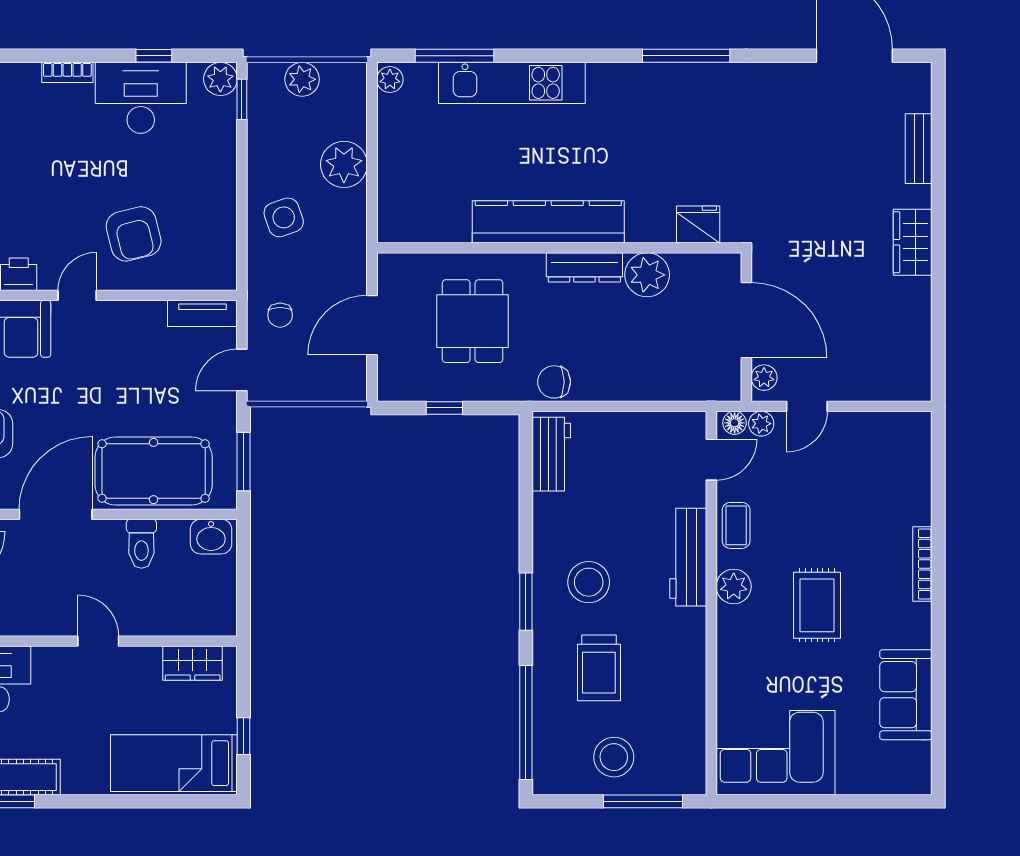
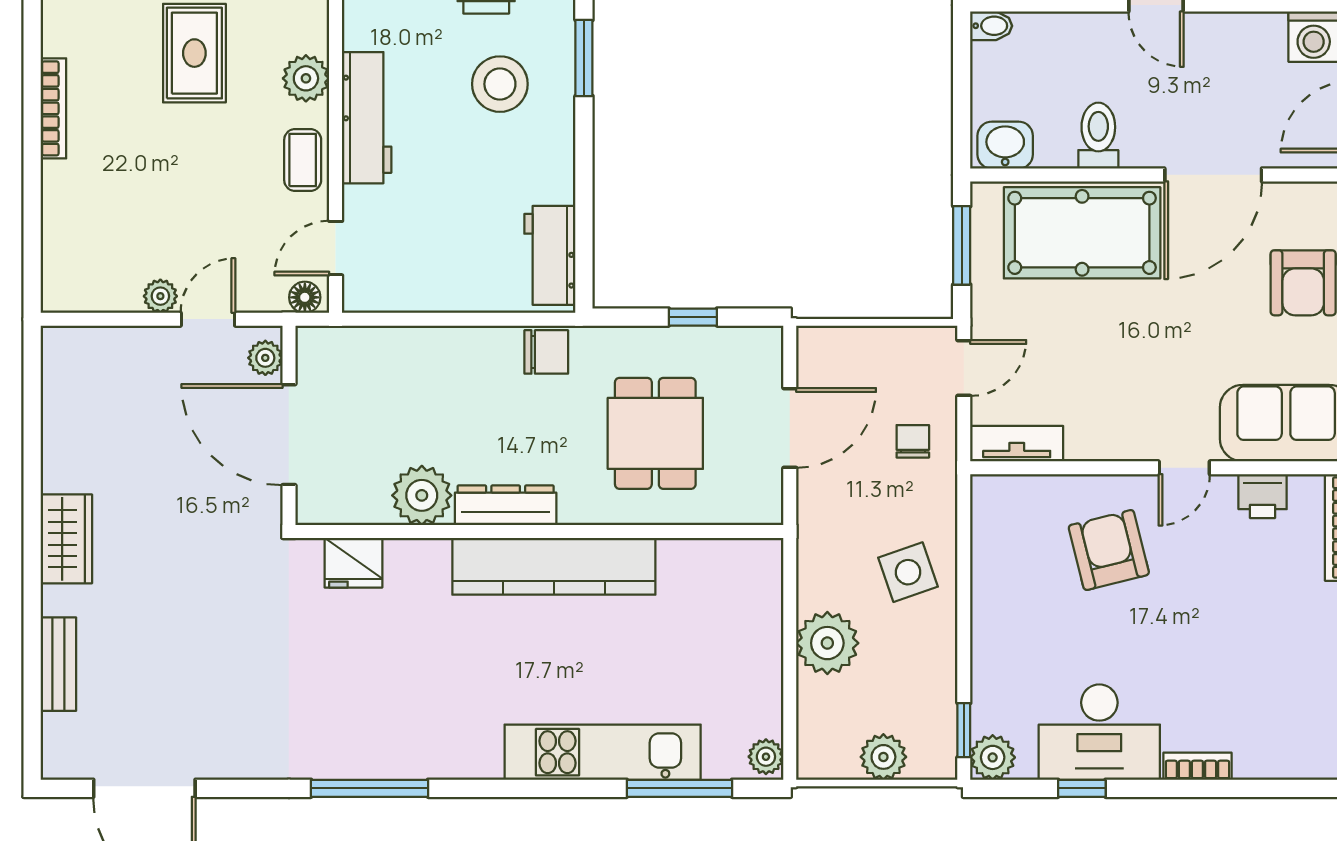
plant: (761, 424) -> (160, 296), moved
bidet: (221, 626) -> (991, 26), added

